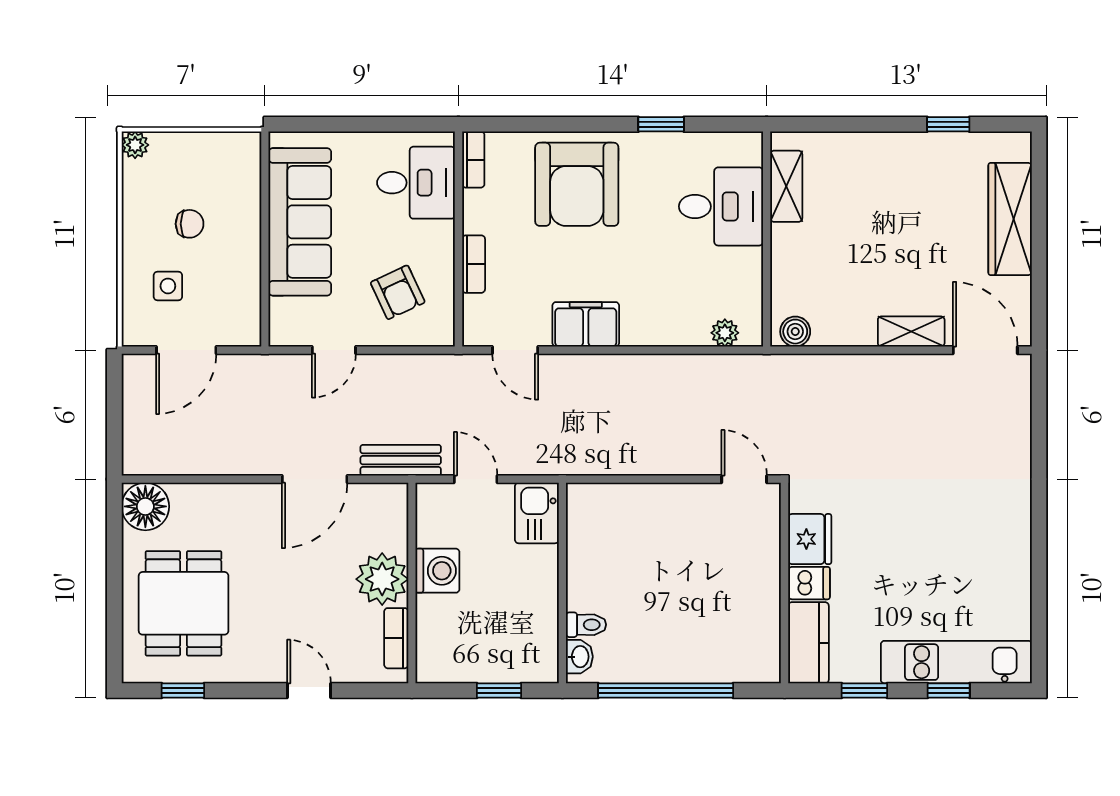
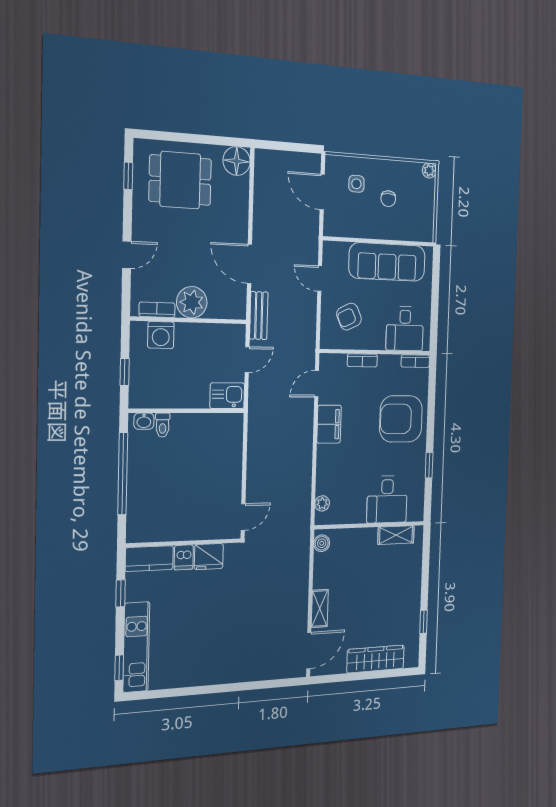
washing machine: (437, 571) -> (161, 335), moved
window: (949, 691) -> (119, 668), moved

